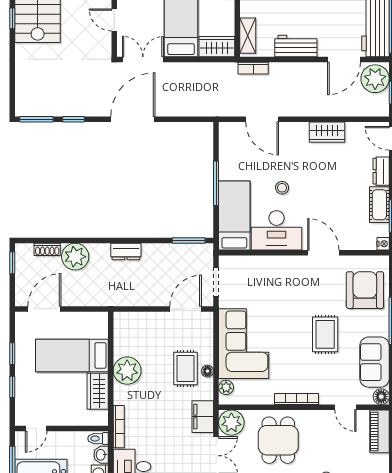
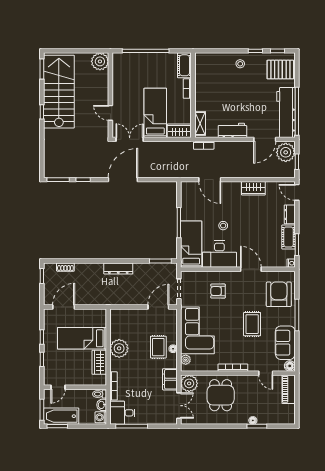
dresser: (126, 251) -> (118, 268), width x1.44
plant: (75, 257) -> (84, 272), removed
armchair: (274, 285) -> (218, 291), added

